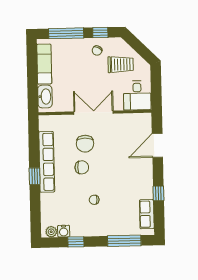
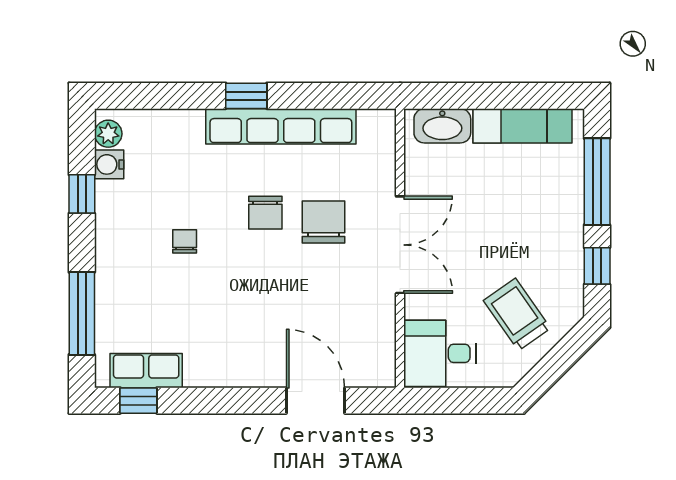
chair: (97, 51) -> (553, 257), removed
trolley: (121, 64) -> (517, 314), turned 145
chair: (85, 144) -> (324, 222), turned 90
window: (158, 193) -> (138, 401), moved

